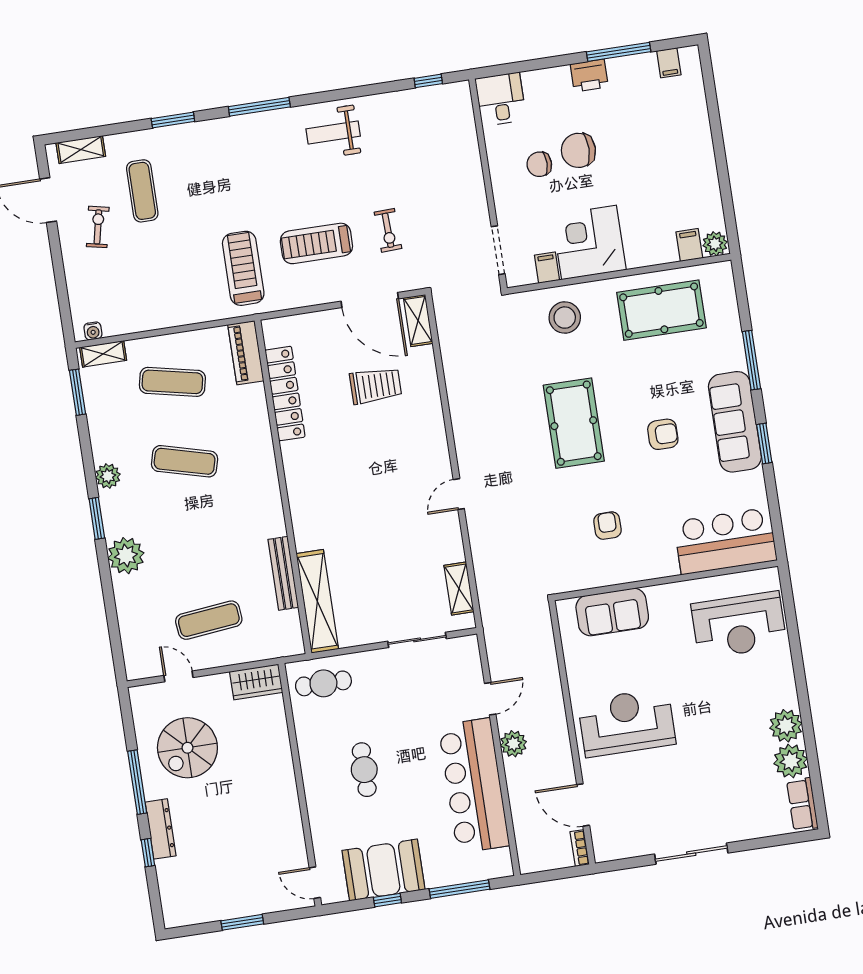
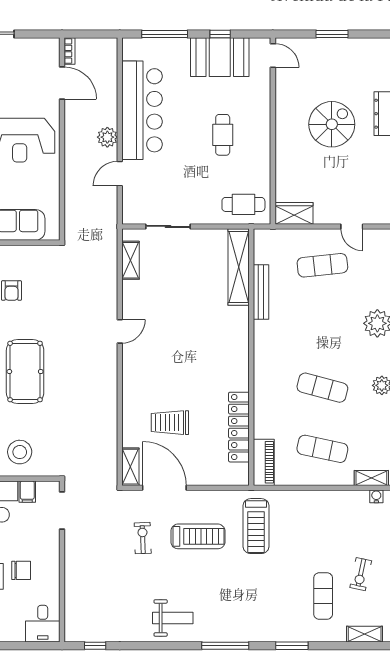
spiral stairs: (187, 748) -> (332, 124), moved

